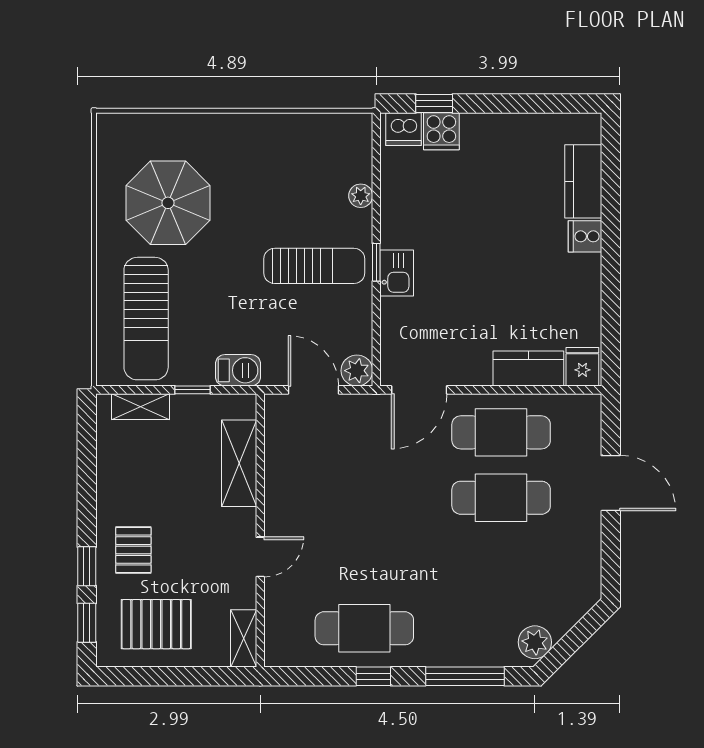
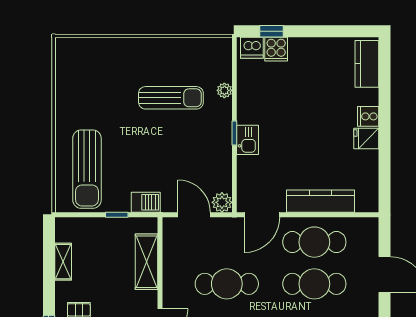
kitchen counter: (583, 181) -> (367, 64), moved
parasol: (168, 203) -> (101, 95), removed
sun lounger: (314, 266) -> (171, 98), moved
fridge: (582, 367) -> (366, 138), moved, turned -90
kitchen counter: (528, 369) -> (321, 201), width x1.50
shelving: (140, 407) -> (63, 262), moved, turned 90
cafe table: (364, 498) -> (227, 284), added

